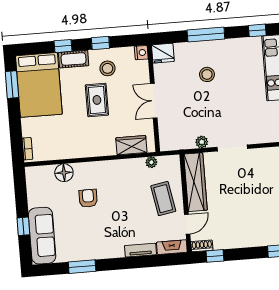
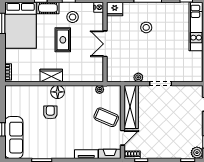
wardrobe: (131, 145) -> (51, 76), moved
floor lamp: (64, 173) -> (58, 92), moved
coffee table: (163, 199) -> (106, 117), turned -57

